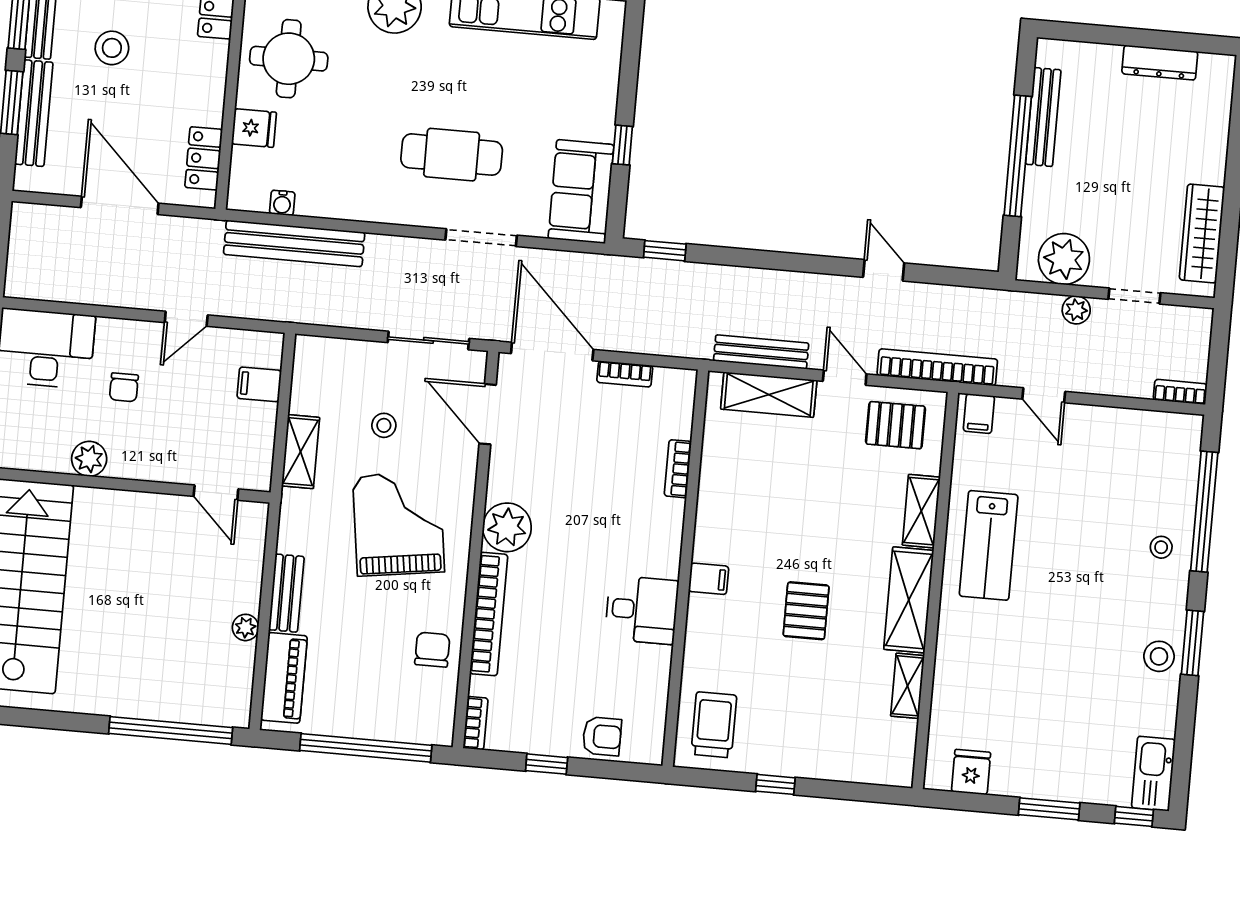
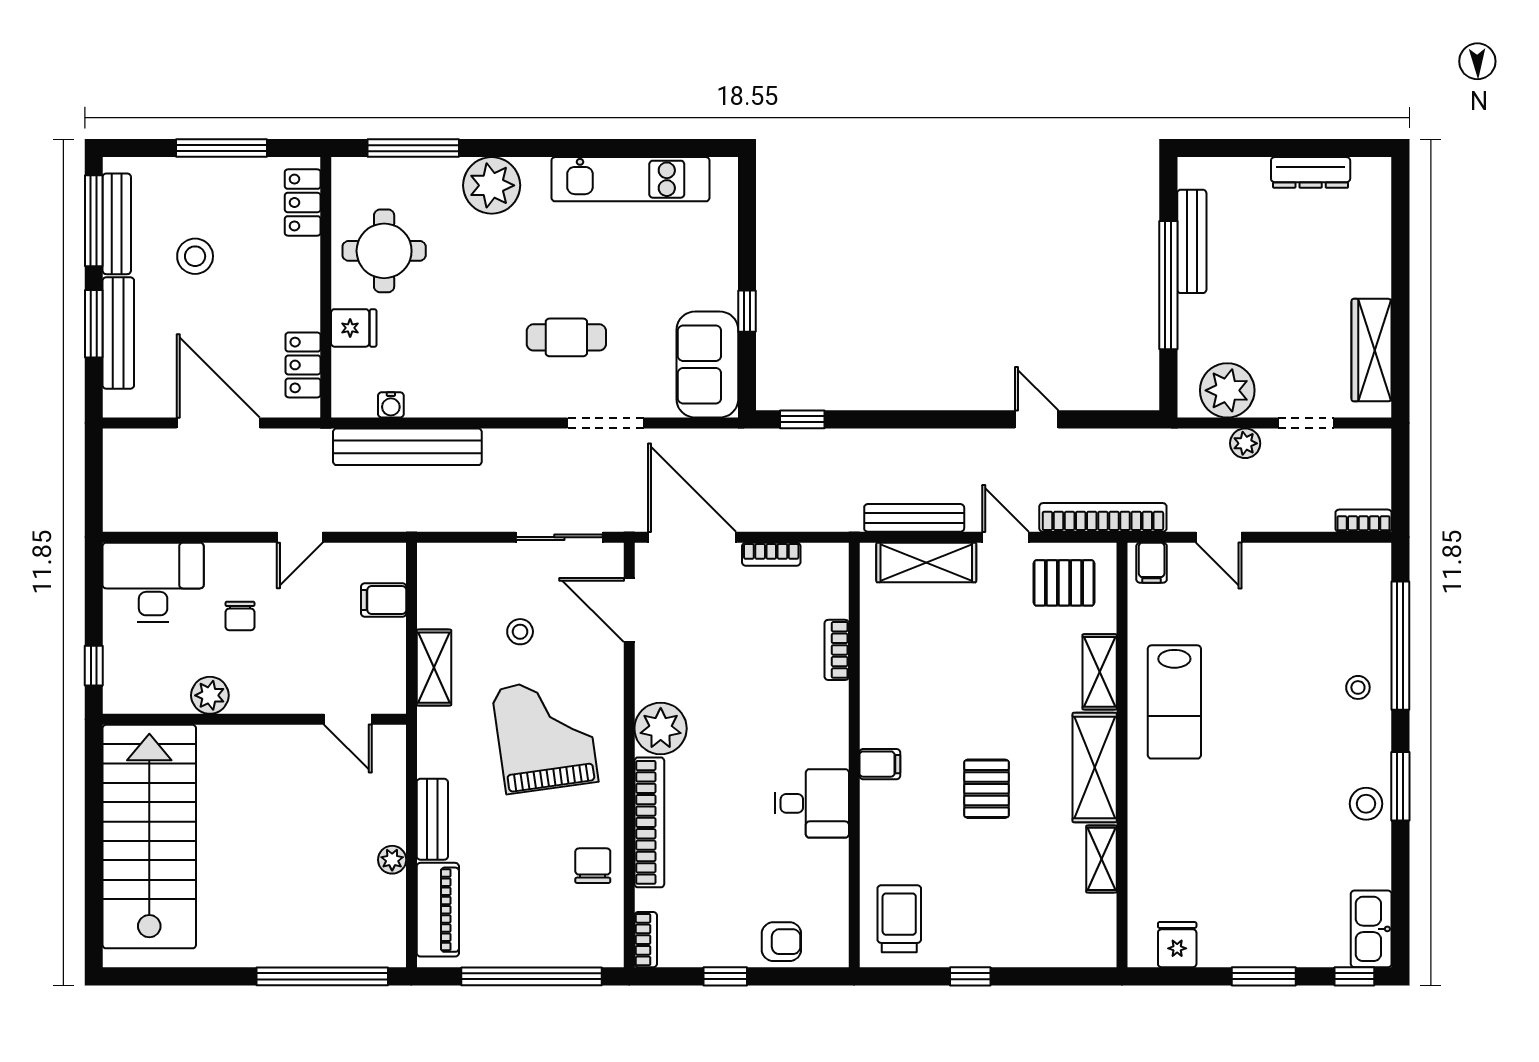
cafe table: (452, 155) -> (566, 337), width x0.73, depth x0.74

